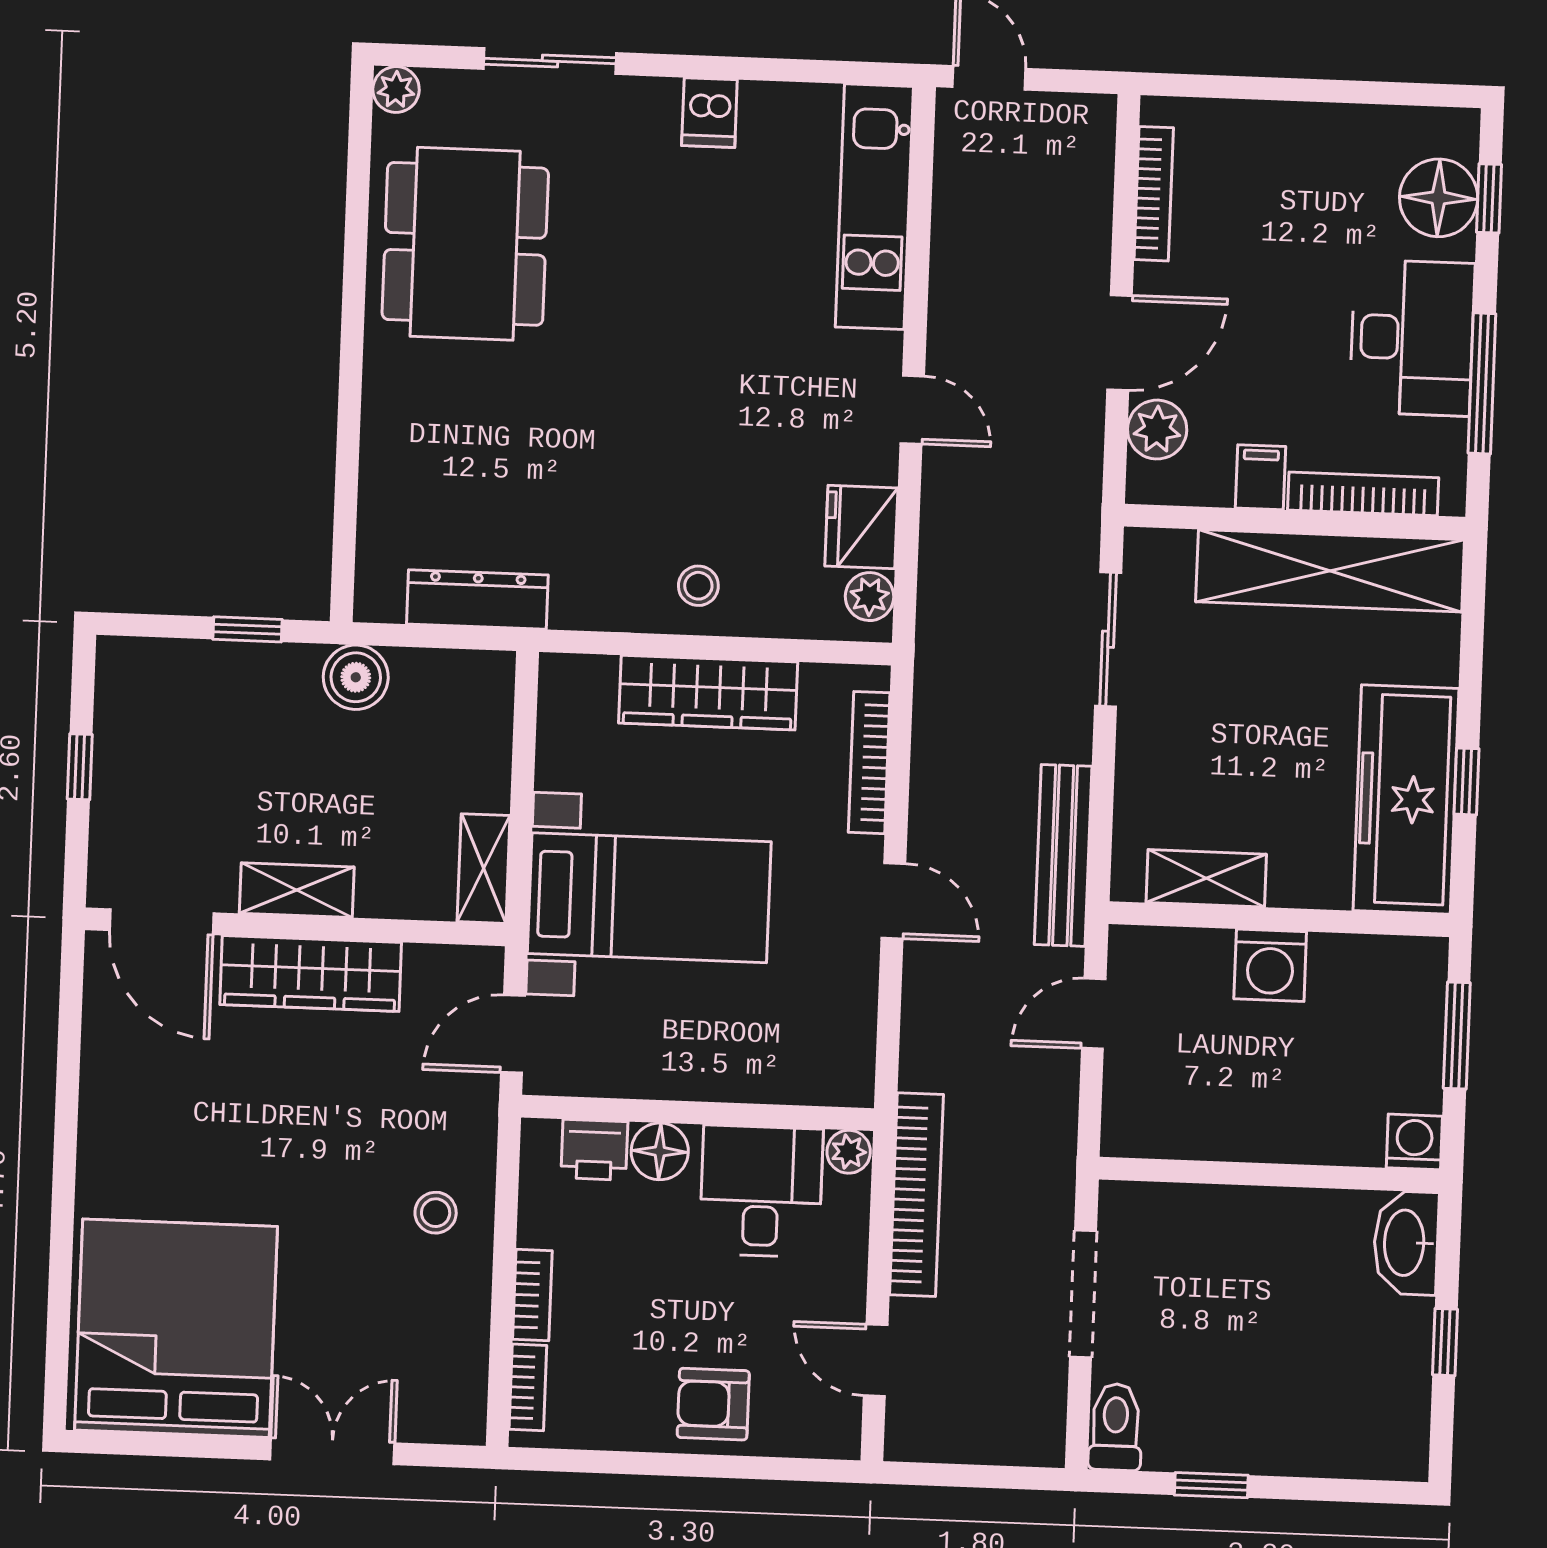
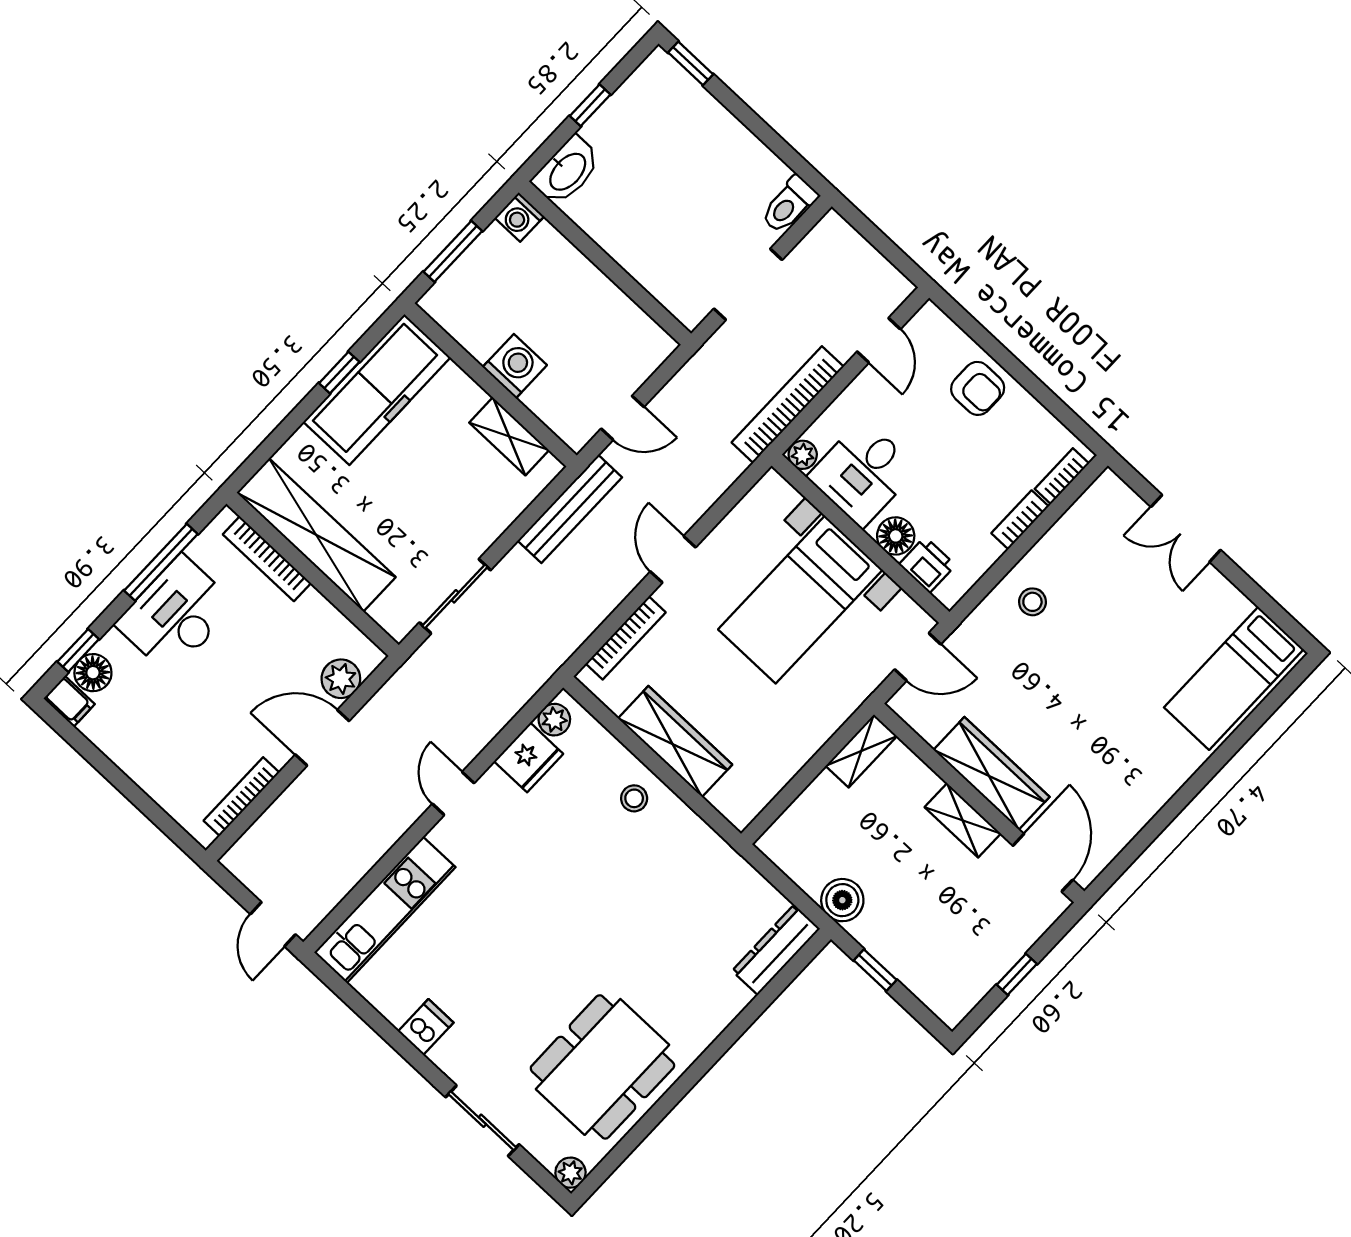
floor lamp: (1439, 198) -> (93, 673), width x0.73, depth x0.73
filing cabinet: (1260, 477) -> (69, 701), moved, turned -90
dresser: (477, 599) -> (776, 950), moved, turned 90
bed with nightstands: (649, 898) -> (800, 600), moved, turned -90
bed: (176, 1328) -> (1234, 678), width x0.49
window: (1211, 1485) -> (691, 63), moved

